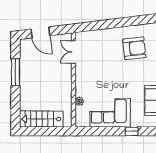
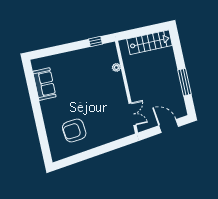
corner sofa: (110, 113) -> (84, 63), removed
window: (132, 131) -> (95, 41), moved

